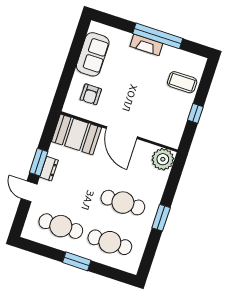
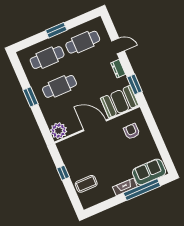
window: (158, 36) -> (142, 190), moved
sofa: (93, 54) -> (149, 172), moved, turned 90
window: (39, 162) -> (135, 84), moved

